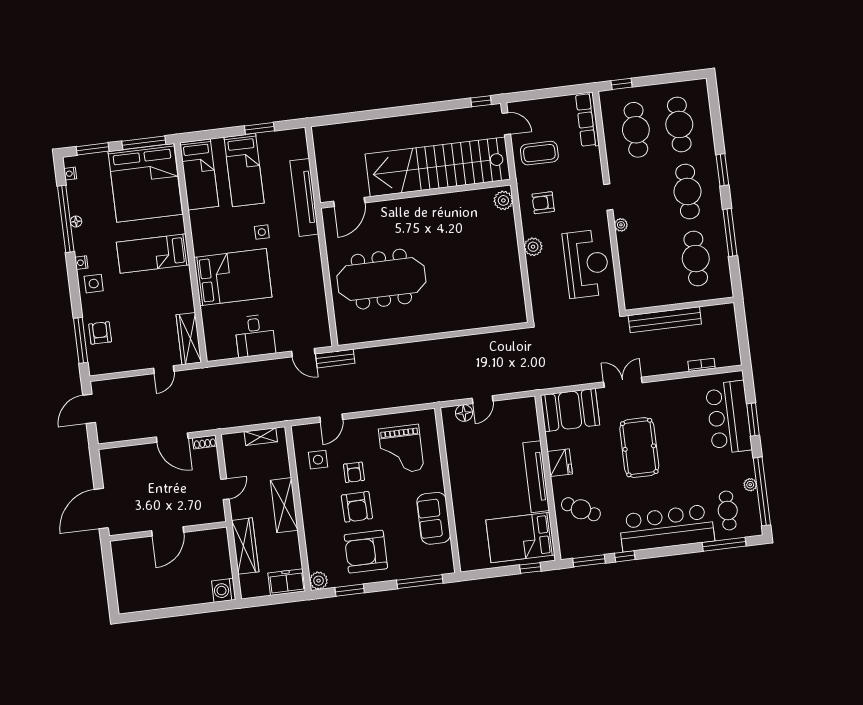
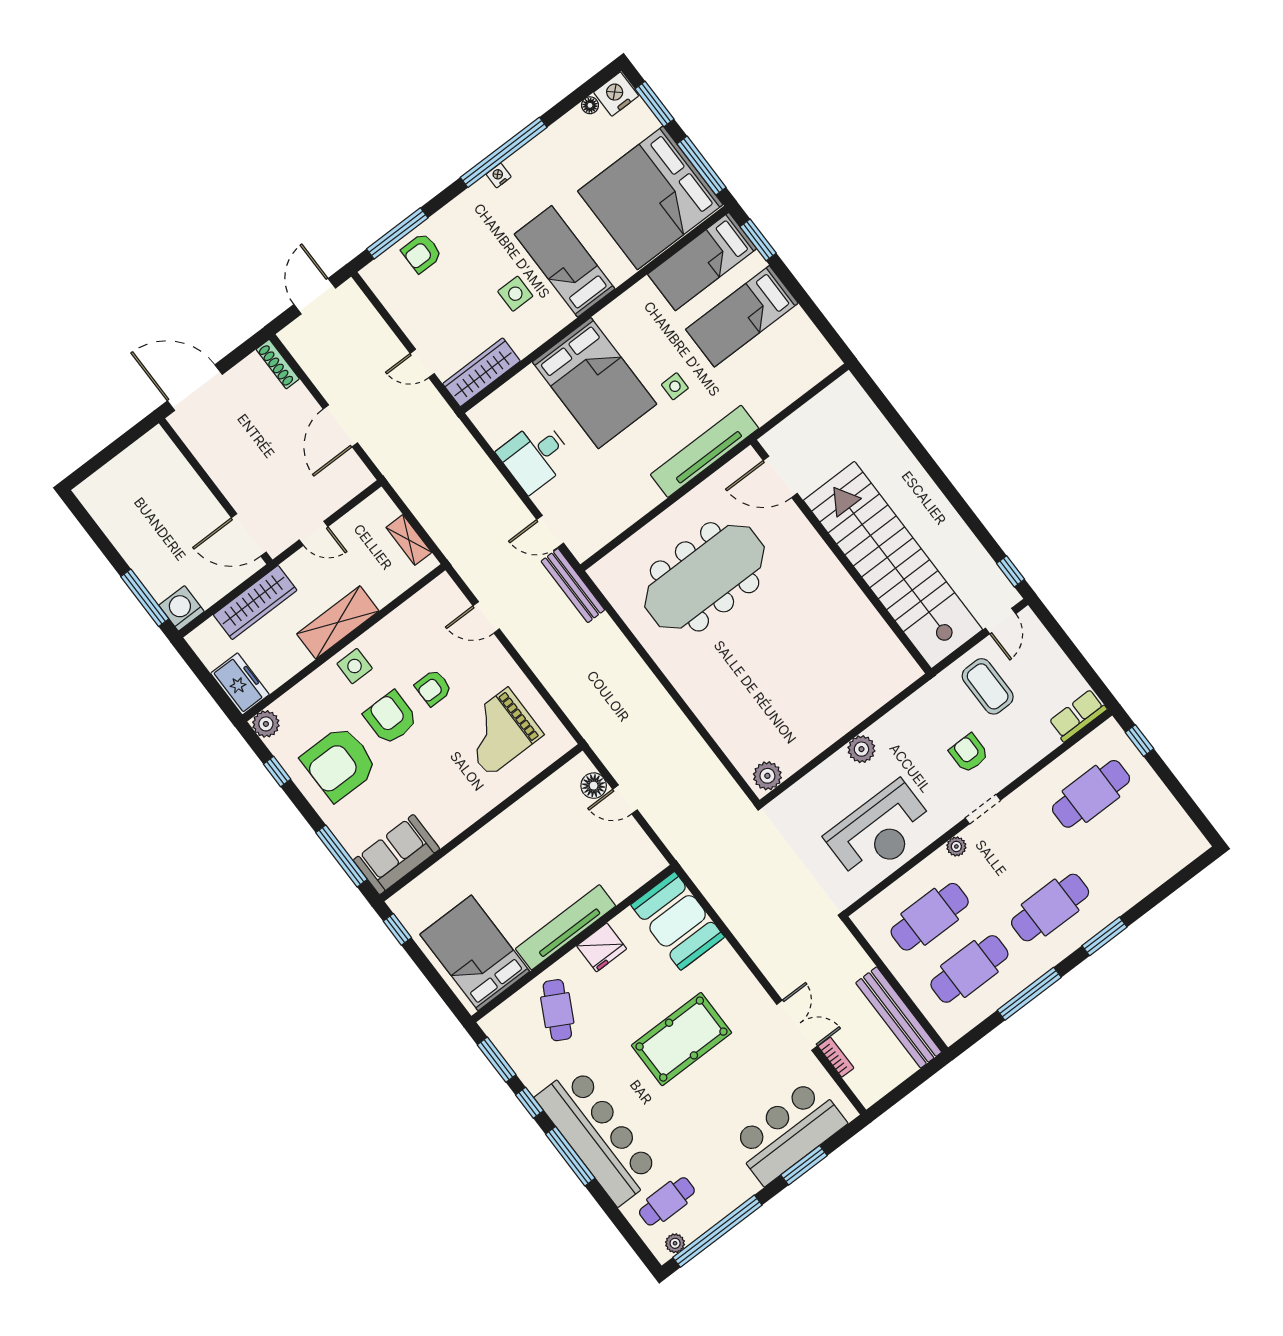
row of seats: (587, 120) -> (1078, 715), width x0.68
cafe table: (679, 124) -> (930, 917), moved
window: (259, 128) -> (758, 240), moved
nightstand: (70, 174) -> (616, 94), width x1.89, depth x1.79
tv unit: (304, 197) -> (705, 451), moved
plant: (503, 200) -> (767, 776), moved
armchair: (543, 203) -> (969, 753), moved
window: (66, 219) -> (504, 152), moved
floor lamp: (76, 222) -> (590, 105), moved
meeting table: (381, 279) -> (705, 577), turned 90
side table: (94, 284) -> (515, 294), moved
bench: (665, 320) -> (899, 1017), moved
armchair: (100, 333) -> (422, 253), turned 180
door: (303, 353) -> (550, 531), hinge flipped
bench: (335, 359) -> (573, 586), width x1.36
double door: (623, 382) -> (797, 1025), moved
door: (89, 409) -> (315, 296), hinge flipped
shoe rack: (205, 442) -> (278, 364), moved, width x1.43
side table: (318, 460) -> (355, 666), moved
plant: (750, 485) -> (675, 1243), moved
armchair: (357, 507) -> (391, 718), turned 91
sofa: (434, 518) -> (396, 855), moved
door: (168, 531) -> (249, 535), moved
window: (724, 544) -> (570, 1156), moved
armchair: (366, 552) -> (339, 763), turned -90
window: (530, 568) -> (397, 929), moved
window: (350, 590) -> (277, 772), width x0.67
window: (205, 608) -> (145, 598), added

